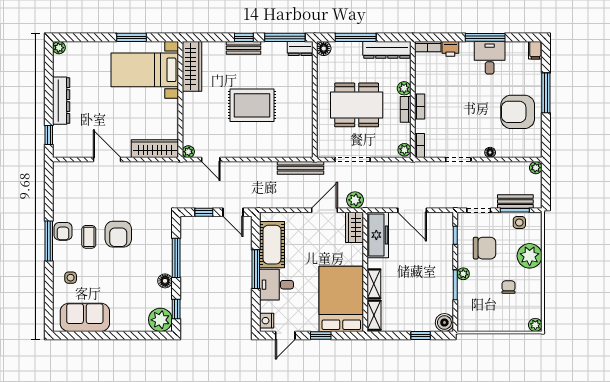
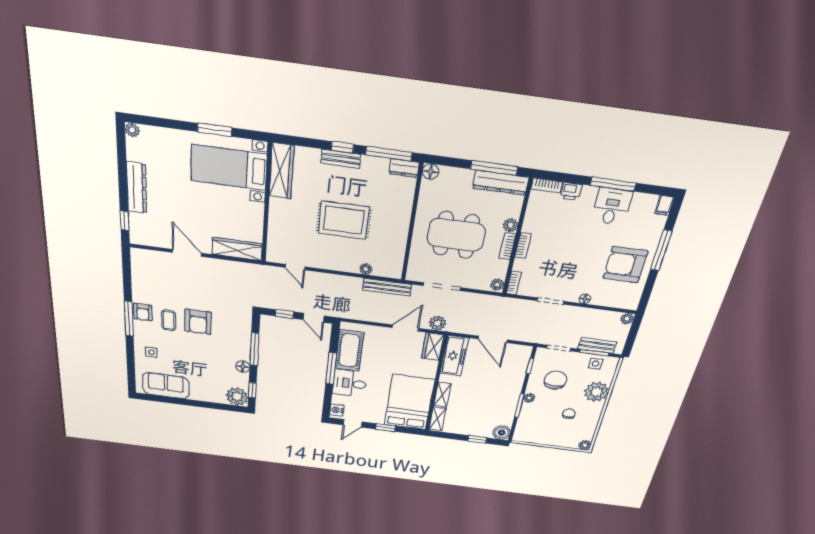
window: (356, 37) -> (494, 168), moved
plant: (188, 152) -> (366, 269), moved
chair: (485, 248) -> (555, 380), turned -90

